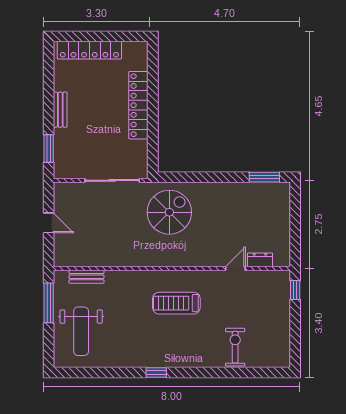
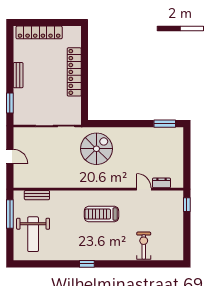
door: (235, 268) -> (144, 189), hinge flipped

